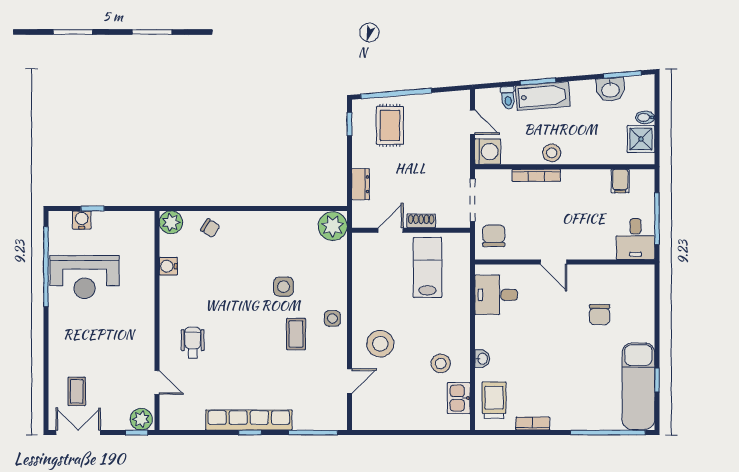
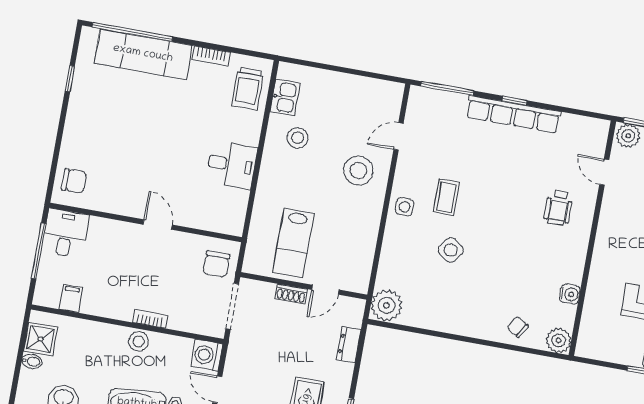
bookcase: (536, 175) -> (150, 319), width x0.64
side table: (284, 287) -> (451, 250), turned 36
desk: (496, 295) -> (232, 165), moved
chair: (600, 315) -> (74, 181), moved, turned 90
washbasin: (482, 359) -> (252, 135), removed
exam couch: (638, 386) -> (143, 54), moved, turned 90

